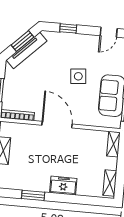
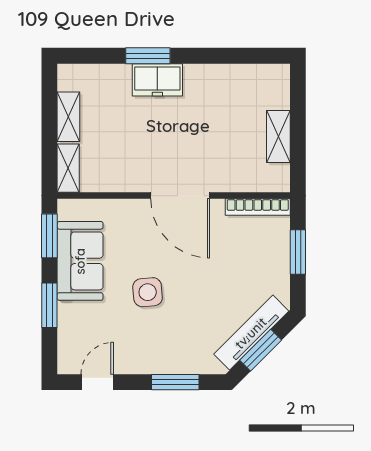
window: (68, 28) -> (175, 382), width x1.50
shelving: (110, 183) -> (68, 117), moved
window: (33, 195) -> (148, 56), moved

